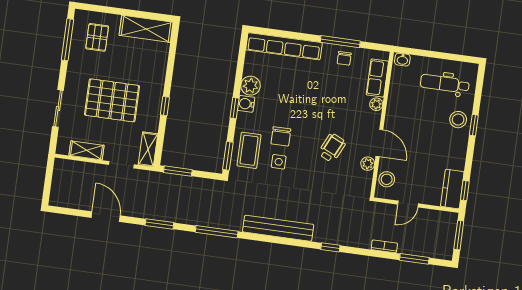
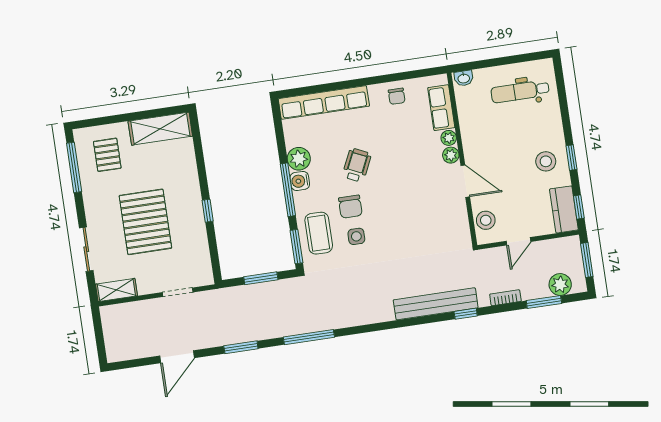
window: (340, 42) -> (387, 78), removed
pallet: (112, 100) -> (145, 222), turned 90
window: (234, 108) -> (288, 190), width x2.17
stool: (458, 120) -> (546, 161), moved
window: (474, 125) -> (571, 158), moved
wheelchair: (332, 148) -> (357, 165), moved
shelving: (148, 149) -> (203, 266), removed
shelving: (87, 150) -> (116, 290), moved
plant: (368, 164) -> (451, 155), moved
window: (178, 171) -> (261, 278), moved
door: (106, 217) -> (177, 357), swing flipped
bench: (278, 228) -> (436, 304), moved
window: (330, 247) -> (466, 314), moved
plant: (432, 249) -> (560, 284), added

